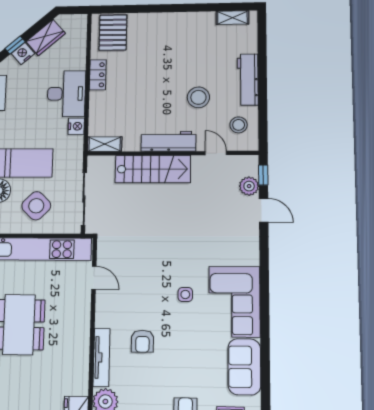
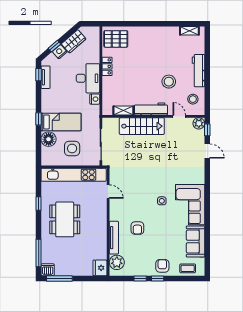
pallet: (113, 32) -> (116, 39), turned 90
shelving: (105, 144) -> (123, 110), moved
plant: (249, 186) -> (199, 123), moved
side table: (36, 206) -> (72, 148), turned 45

